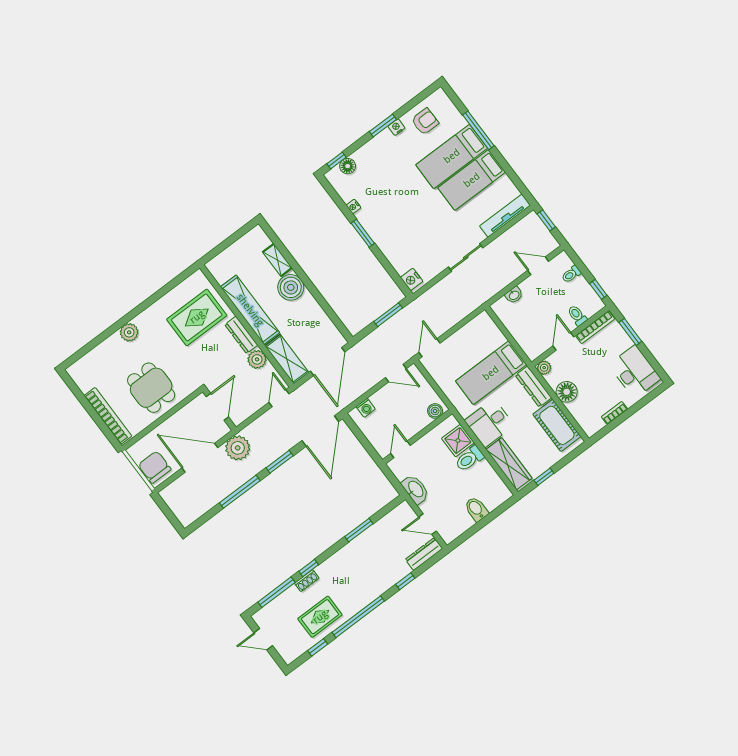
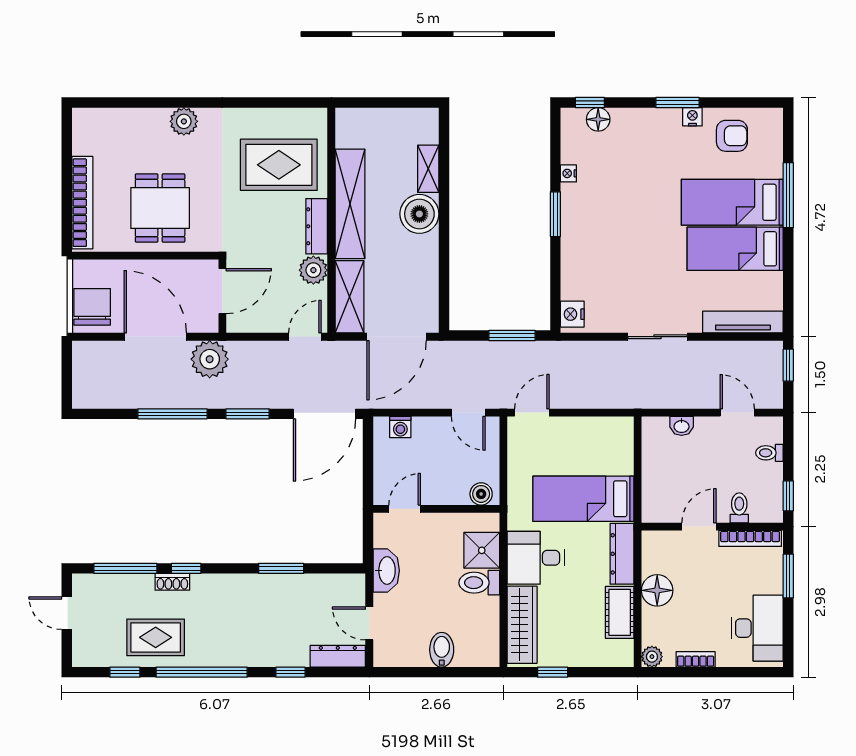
plant: (544, 368) -> (652, 657), moved
cot: (557, 425) -> (620, 612), width x0.73, depth x0.75

